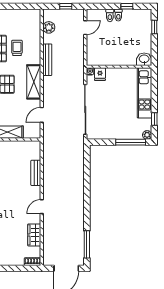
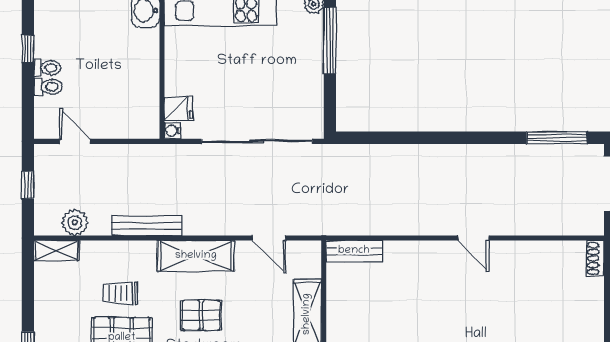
shelving: (36, 19) -> (57, 251), added
bench: (36, 173) -> (354, 251), moved
wardrobe: (34, 235) -> (536, 255), removed

